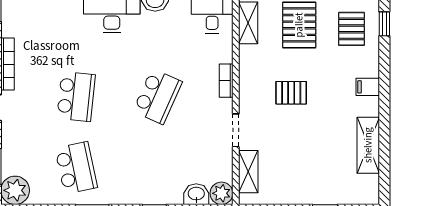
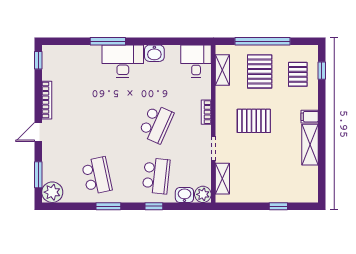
pallet: (291, 93) -> (254, 121), width x1.50, depth x1.42
school desk: (76, 97) -> (156, 176), moved
shelving: (368, 145) -> (310, 145), moved

